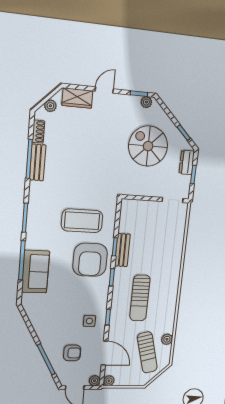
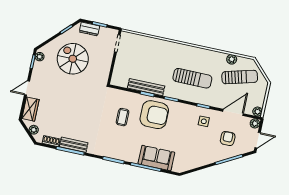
door: (104, 90) -> (27, 88), hinge flipped
spiral stairs: (148, 146) -> (73, 59), turned 90
coffee table: (82, 221) -> (123, 117), width x0.54, depth x0.58
bench: (122, 250) -> (146, 87), width x1.36

